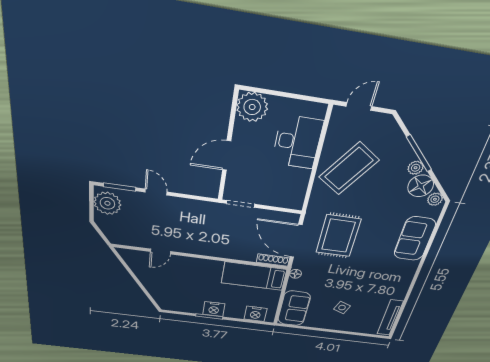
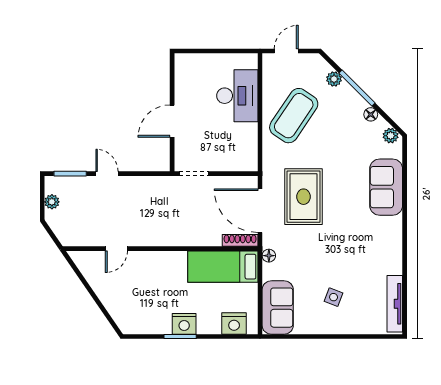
plant: (252, 107) -> (189, 68), removed
plant: (416, 168) -> (334, 79), moved
floor lamp: (421, 186) -> (371, 114), width x0.53, depth x0.53
plant: (107, 203) -> (52, 202), width x0.53, depth x0.53

